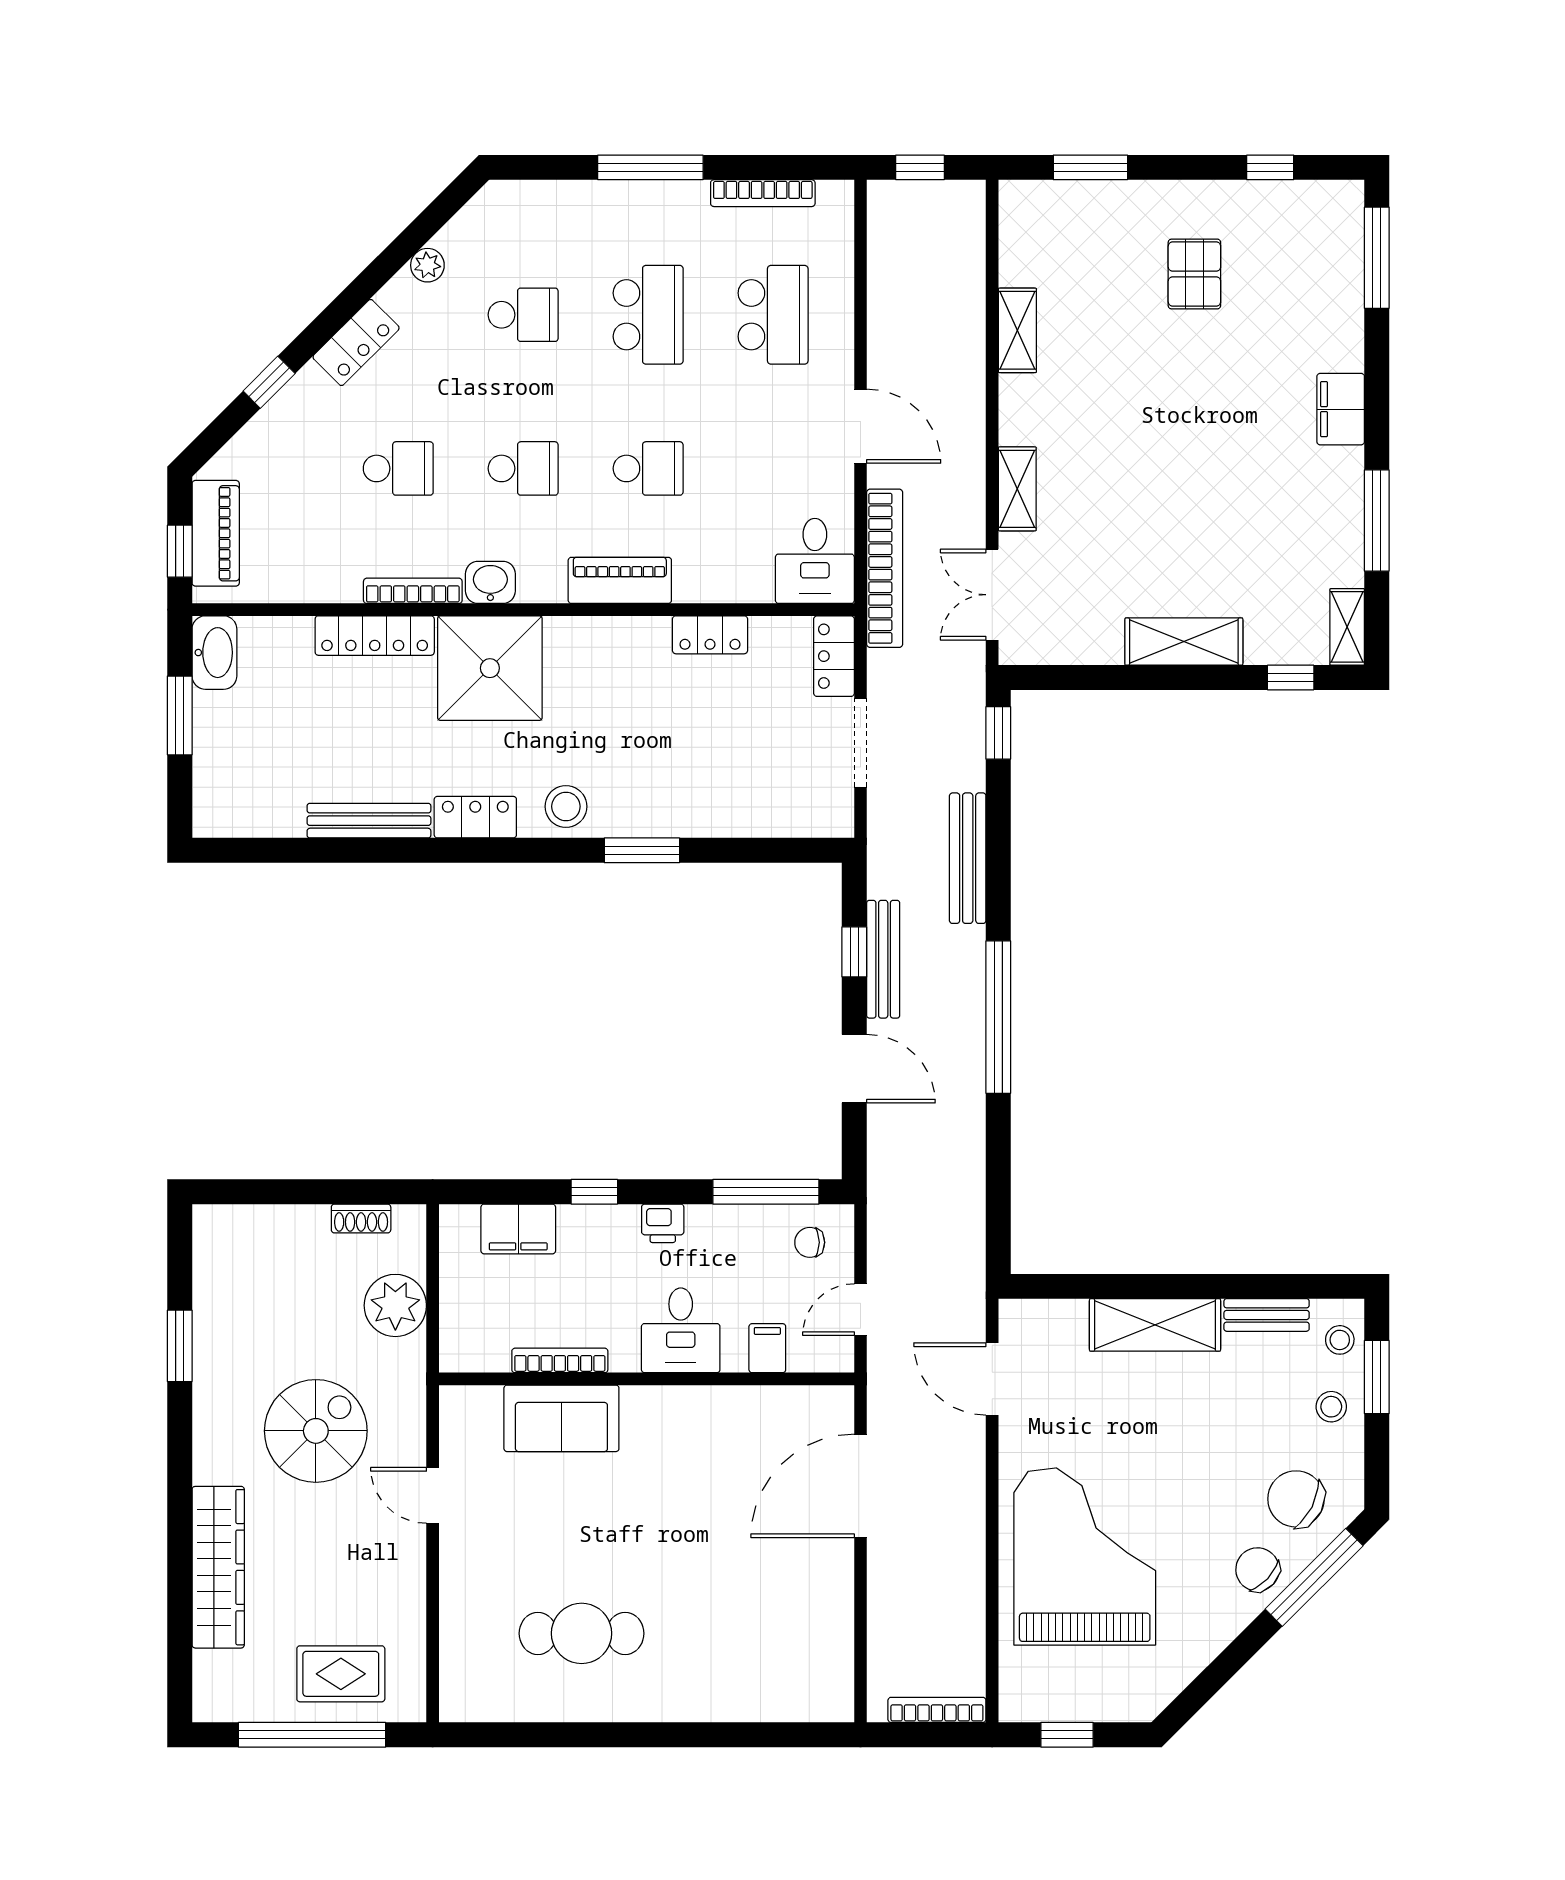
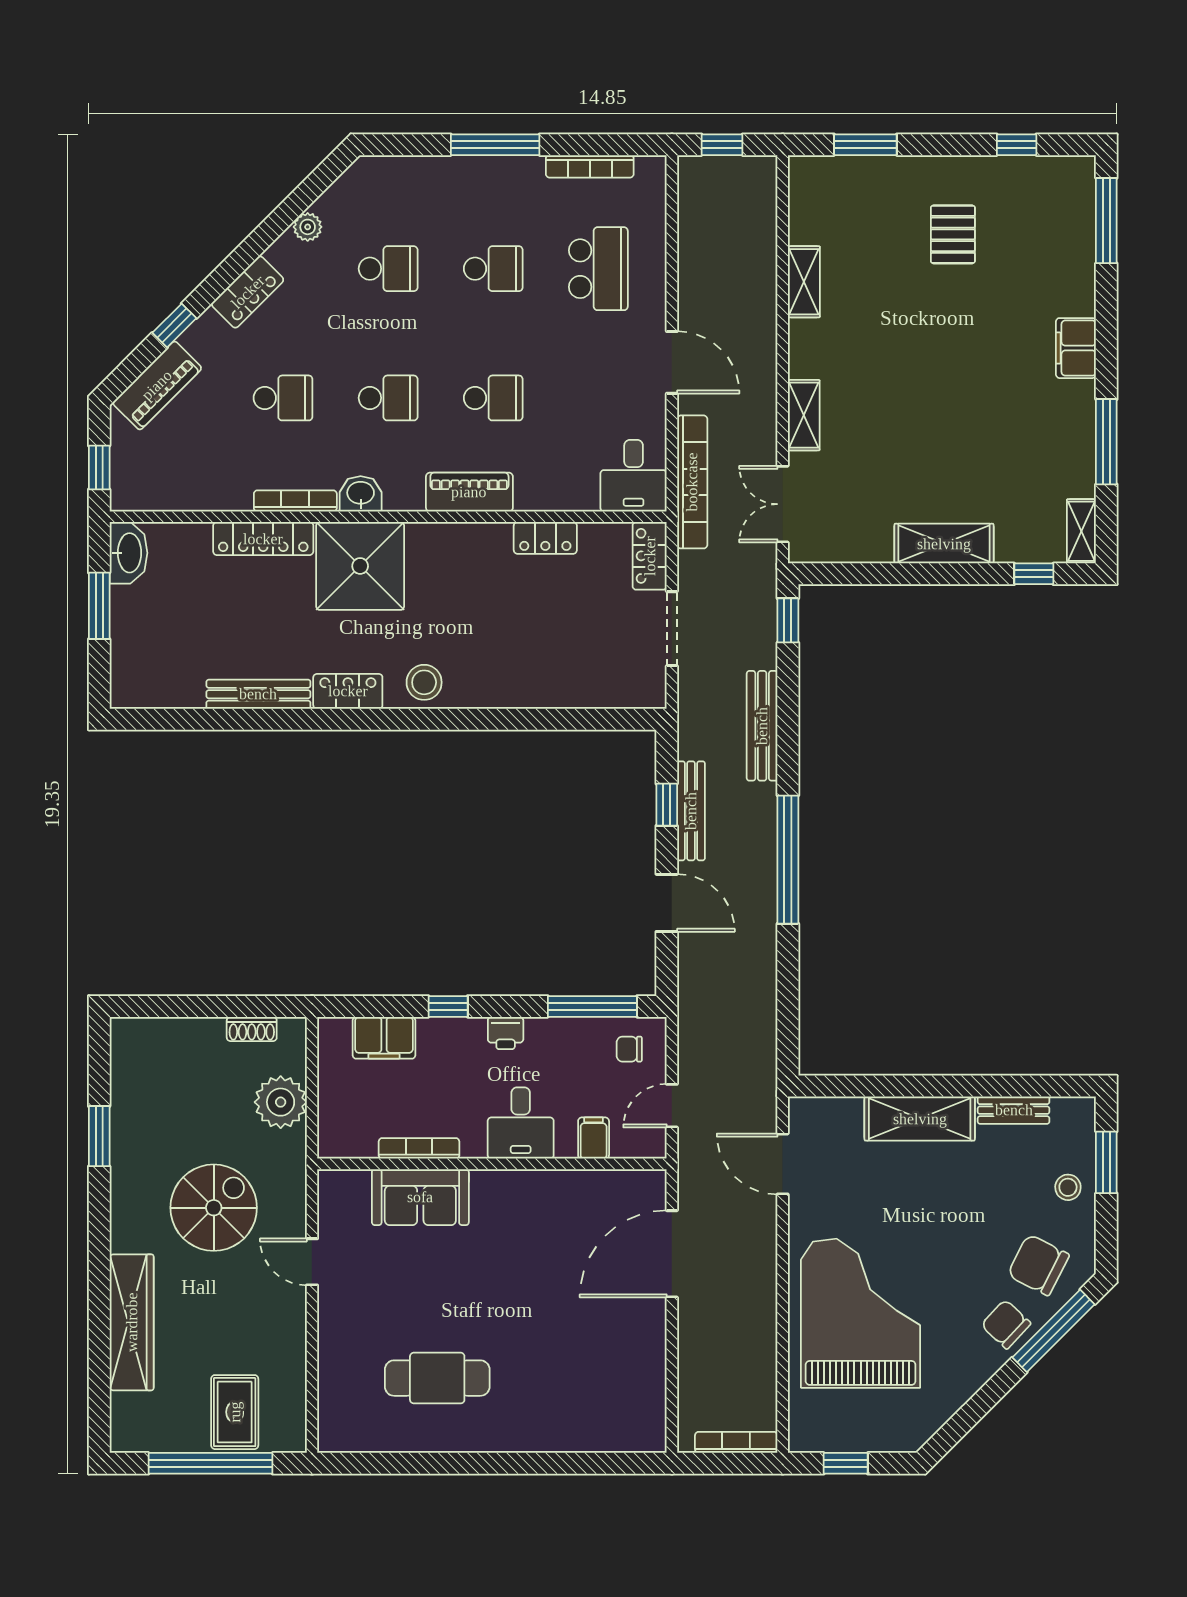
school desk: (648, 315) -> (493, 269), width x0.54
piano: (216, 533) -> (157, 385), moved, turned 45
window: (642, 850) -> (488, 719), removed
stool: (1340, 1340) -> (1075, 1131), removed
rug: (341, 1674) -> (235, 1412), turned 90

